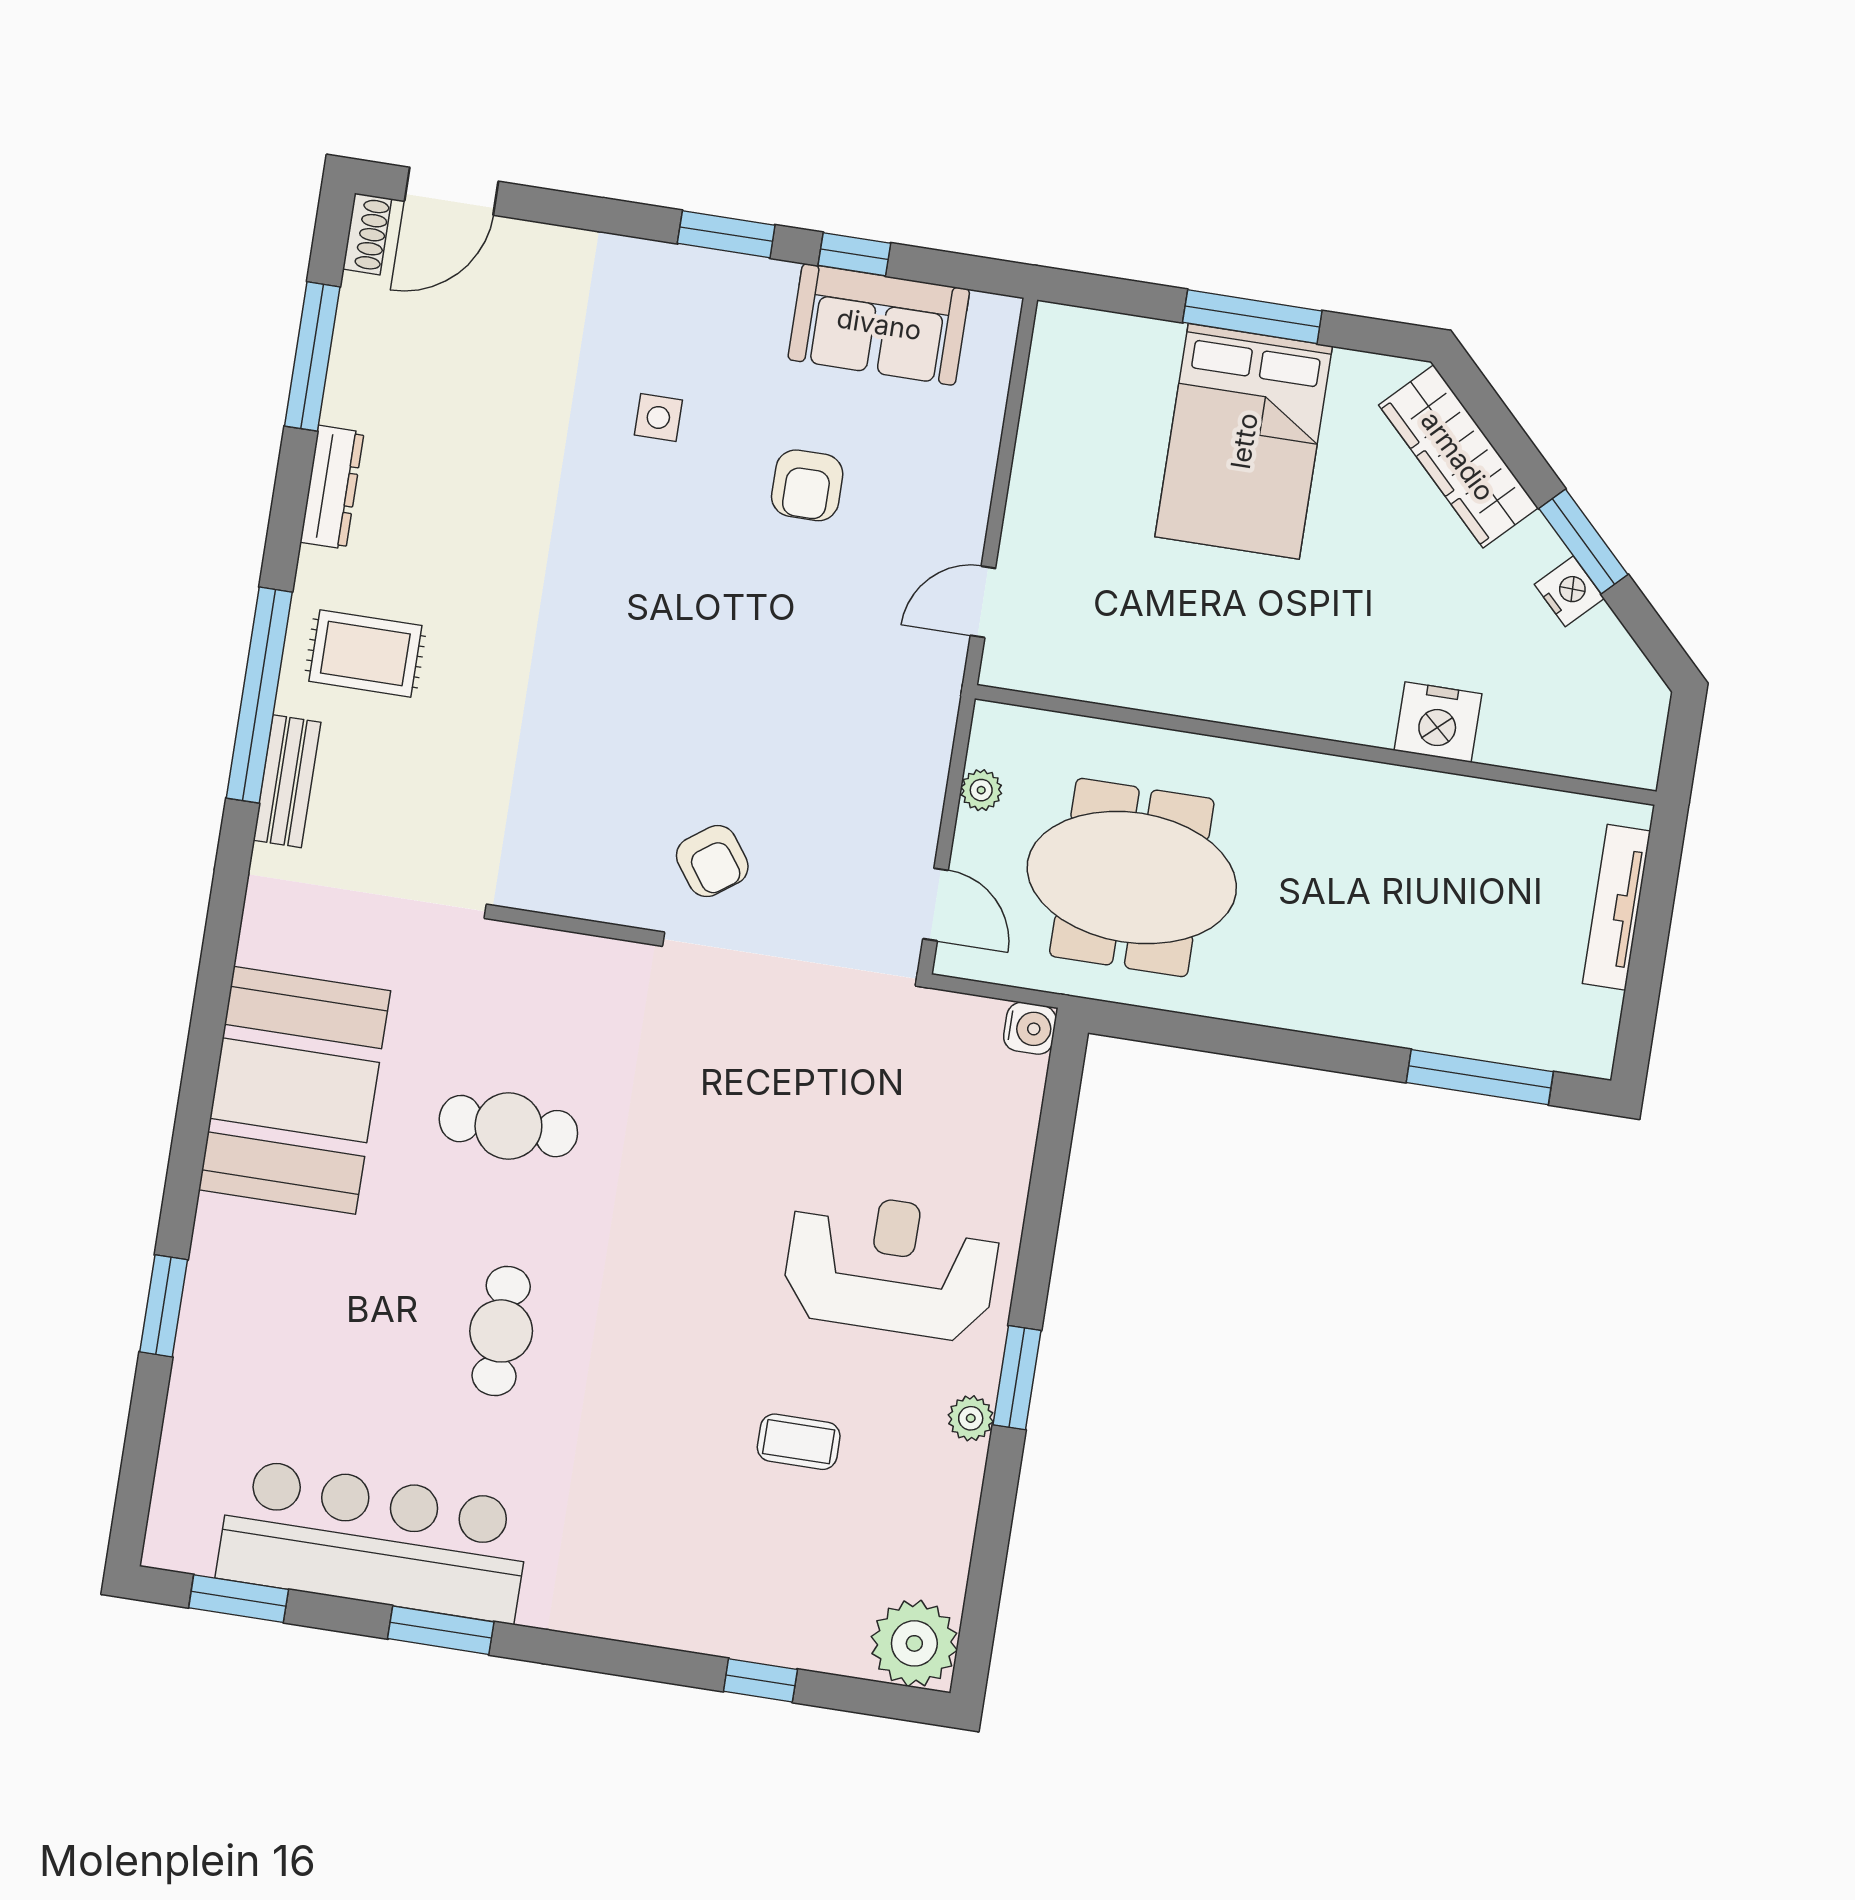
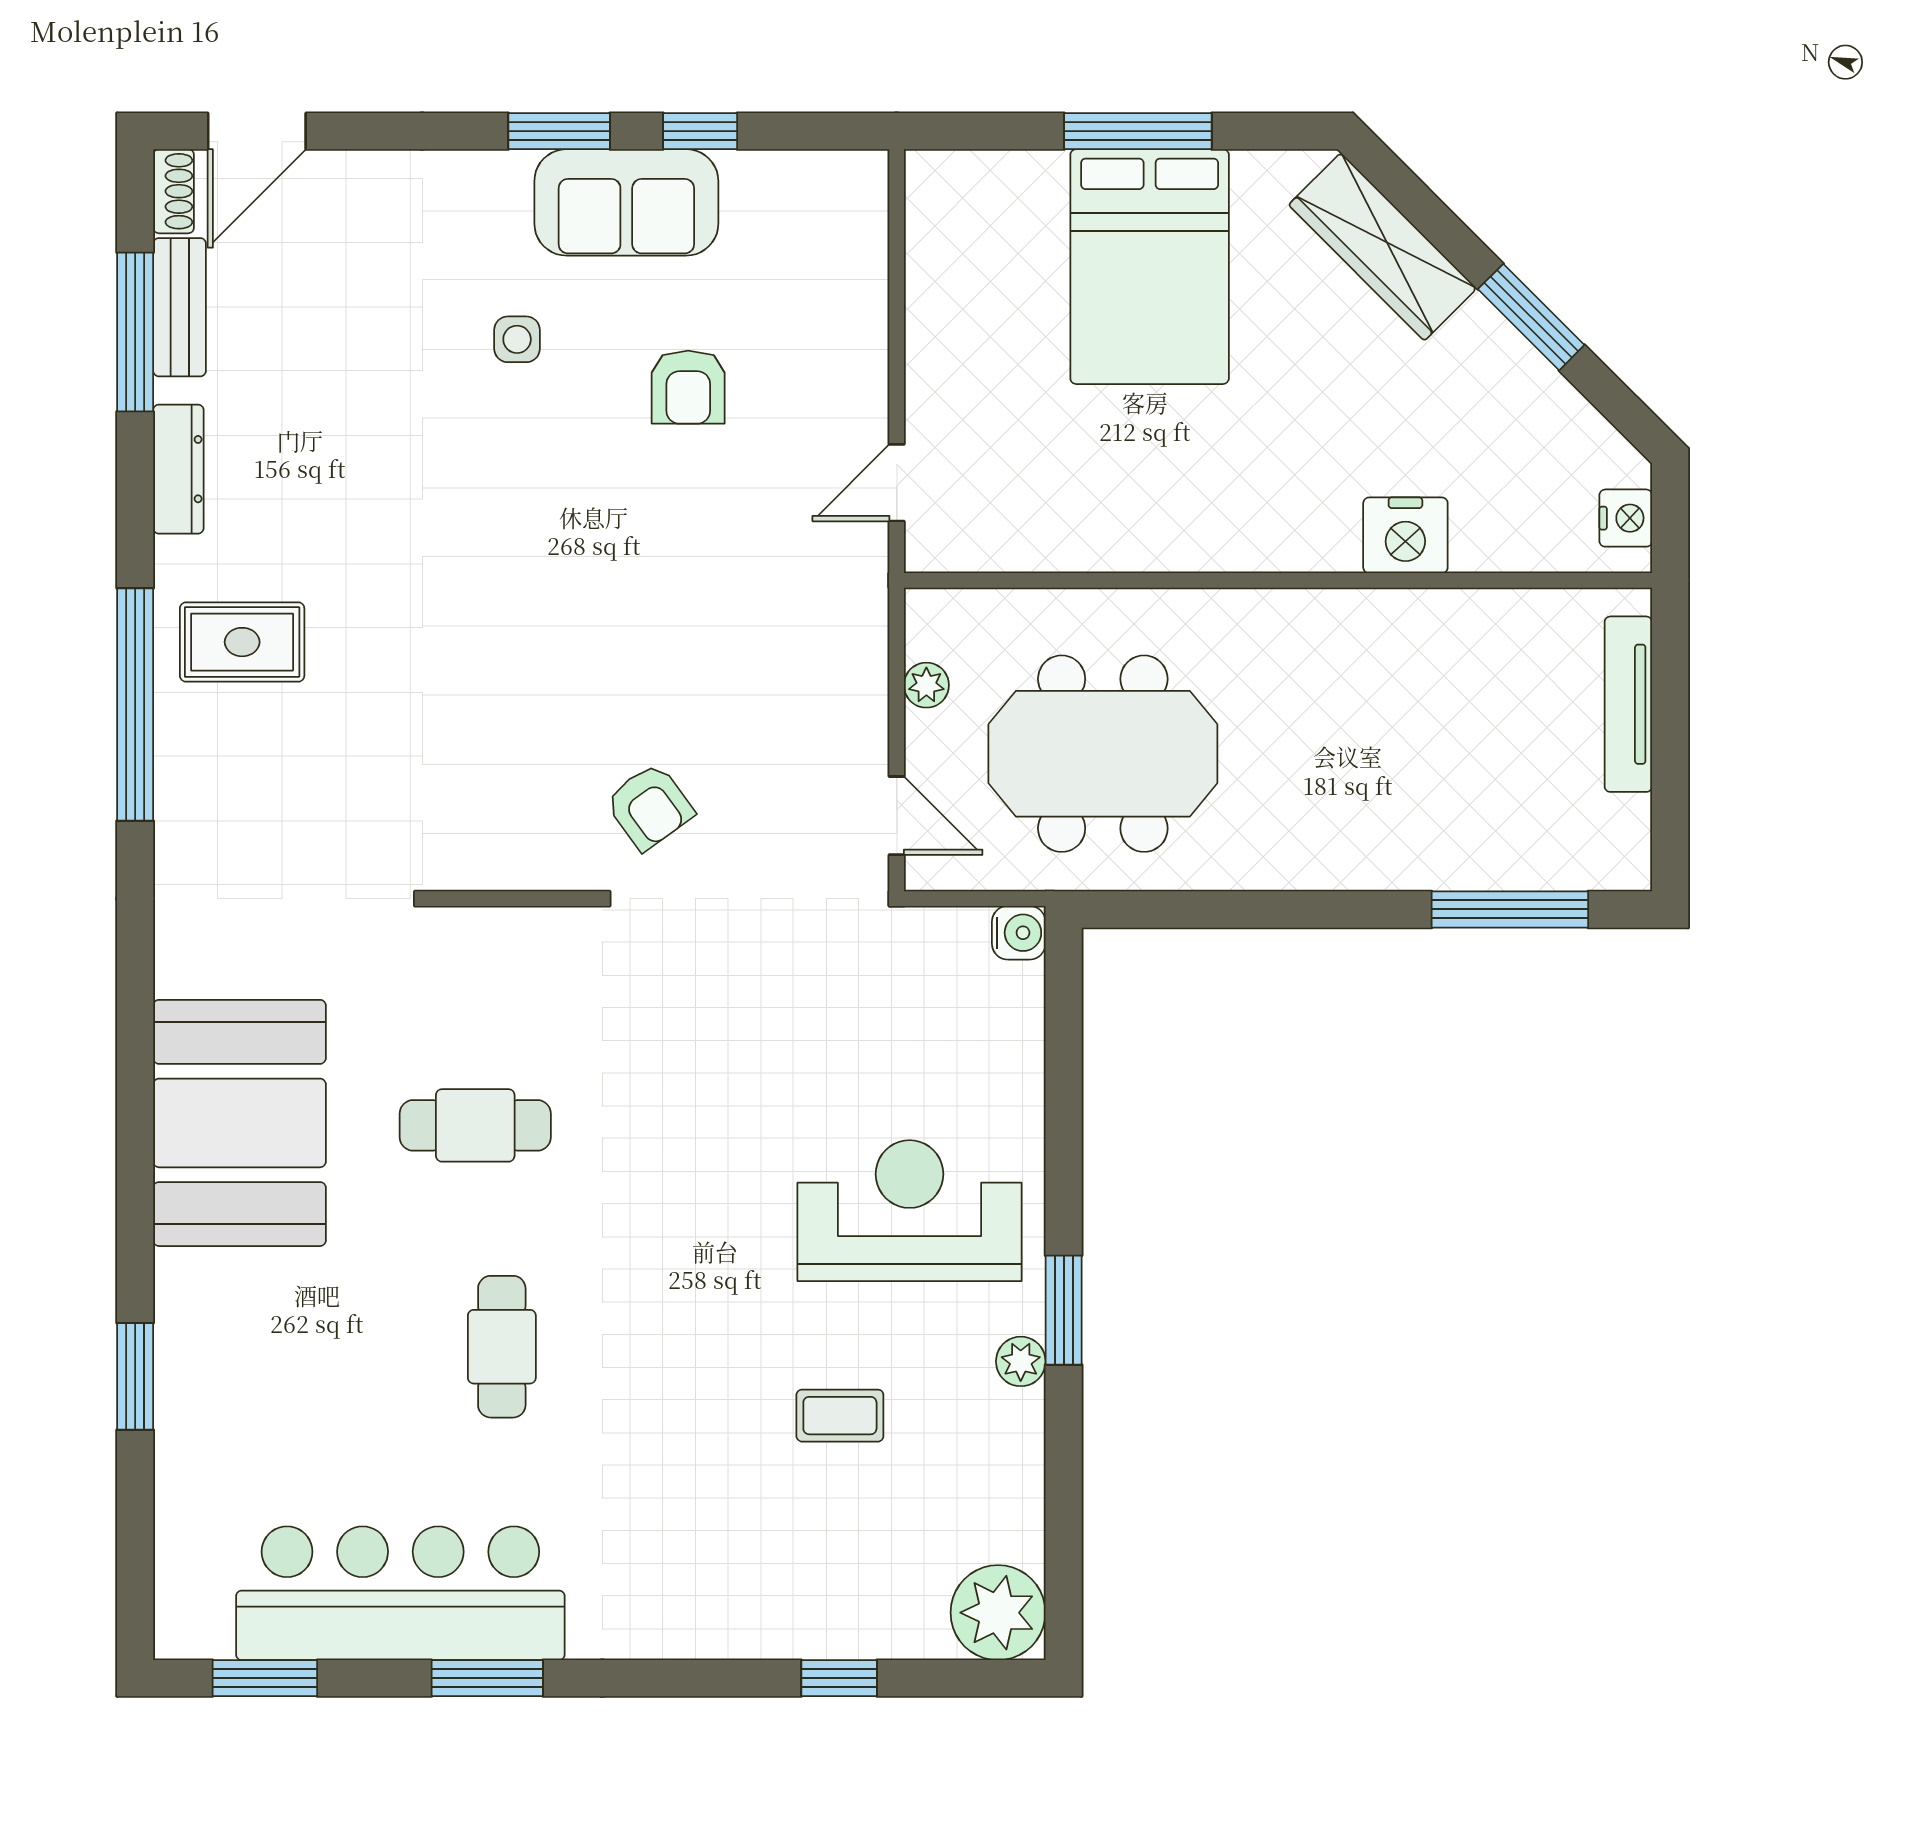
sofa: (879, 324) -> (626, 202), moved
nightstand: (1569, 591) -> (1626, 518), moved, turned 45
bench: (287, 781) -> (180, 307), moved

